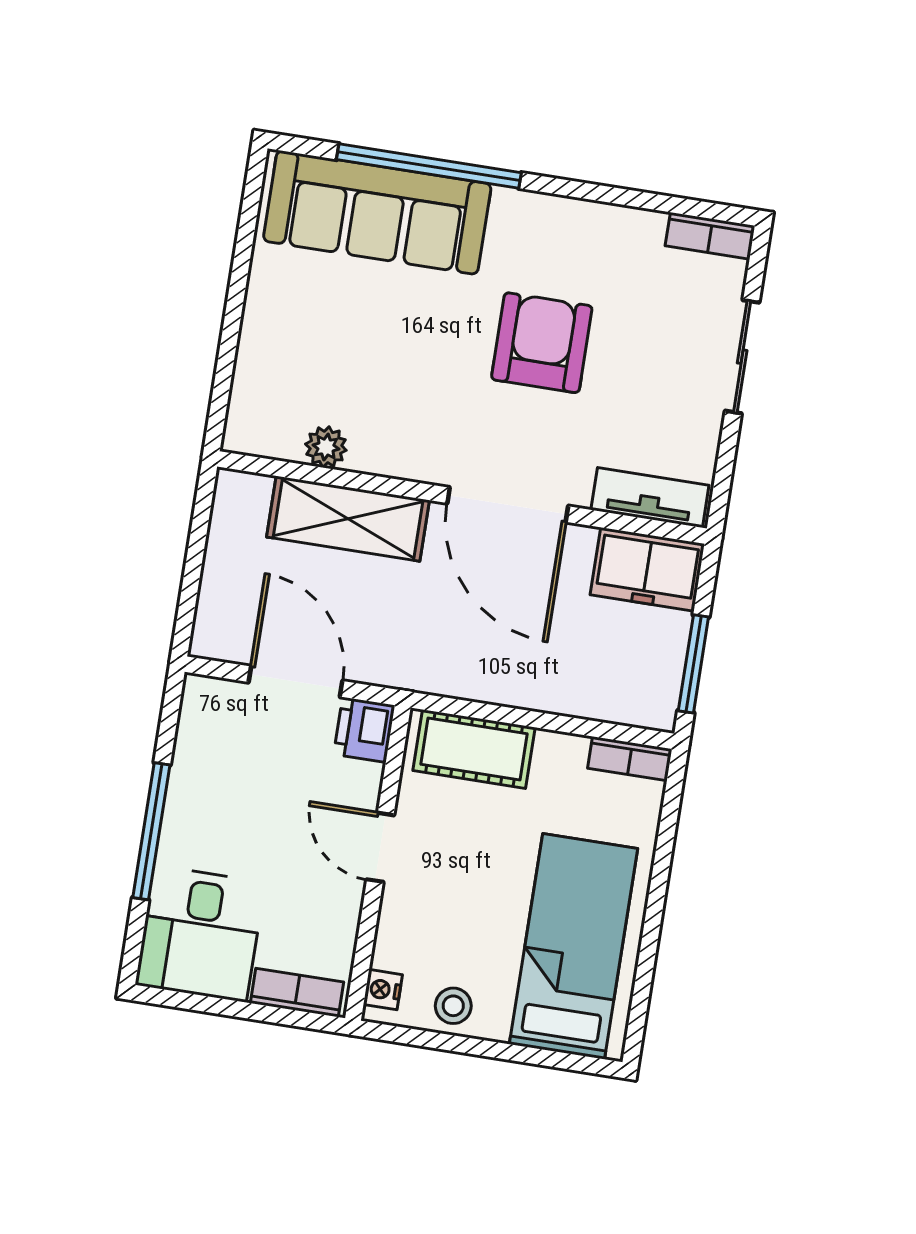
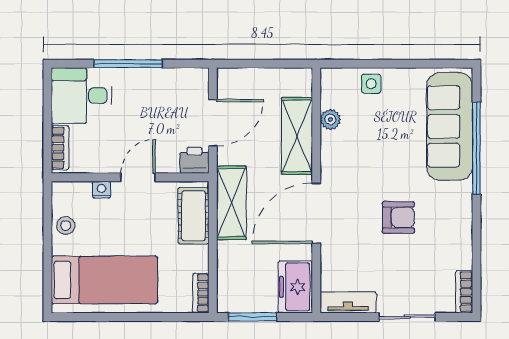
armchair: (542, 343) -> (398, 217), width x0.72, depth x0.72
side table: (268, 355) -> (371, 84), added
tv unit: (650, 498) -> (348, 302), moved, turned -90
shelving: (460, 670) -> (231, 203), added
nightstand: (383, 990) -> (102, 190), moved

